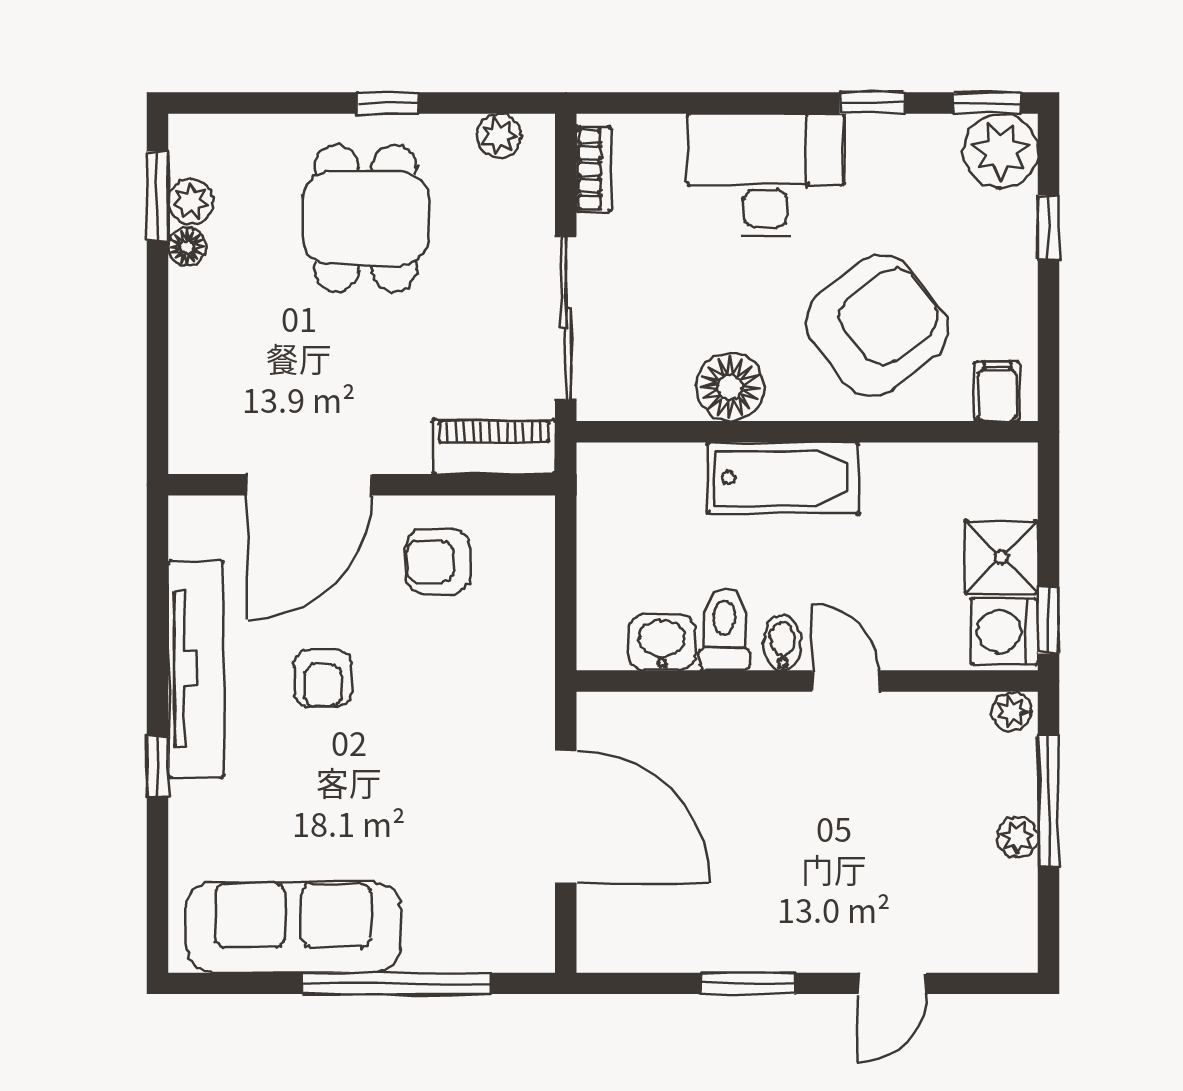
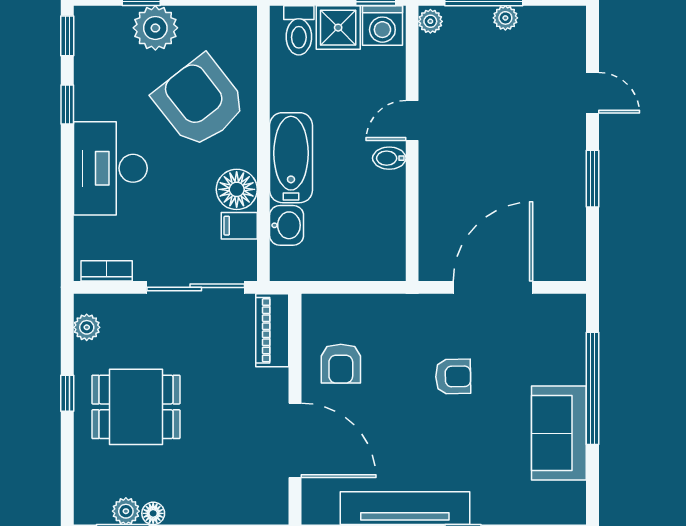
plant: (1001, 151) -> (155, 28), moved
filing cabinet: (997, 391) -> (239, 226), moved
toilet: (725, 629) -> (299, 30), moved, turned -90
washbasin: (662, 642) -> (287, 225), moved, turned 180
armchair: (323, 678) -> (453, 376), moved
sofa: (293, 927) -> (559, 433), width x0.73

